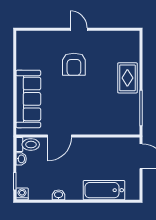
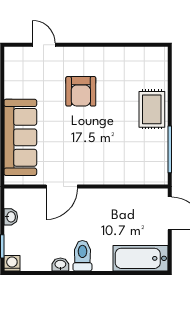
door: (79, 29) -> (44, 45), moved
toilet: (28, 145) -> (82, 256), moved, turned -90
bathtub: (104, 190) -> (141, 258), moved

